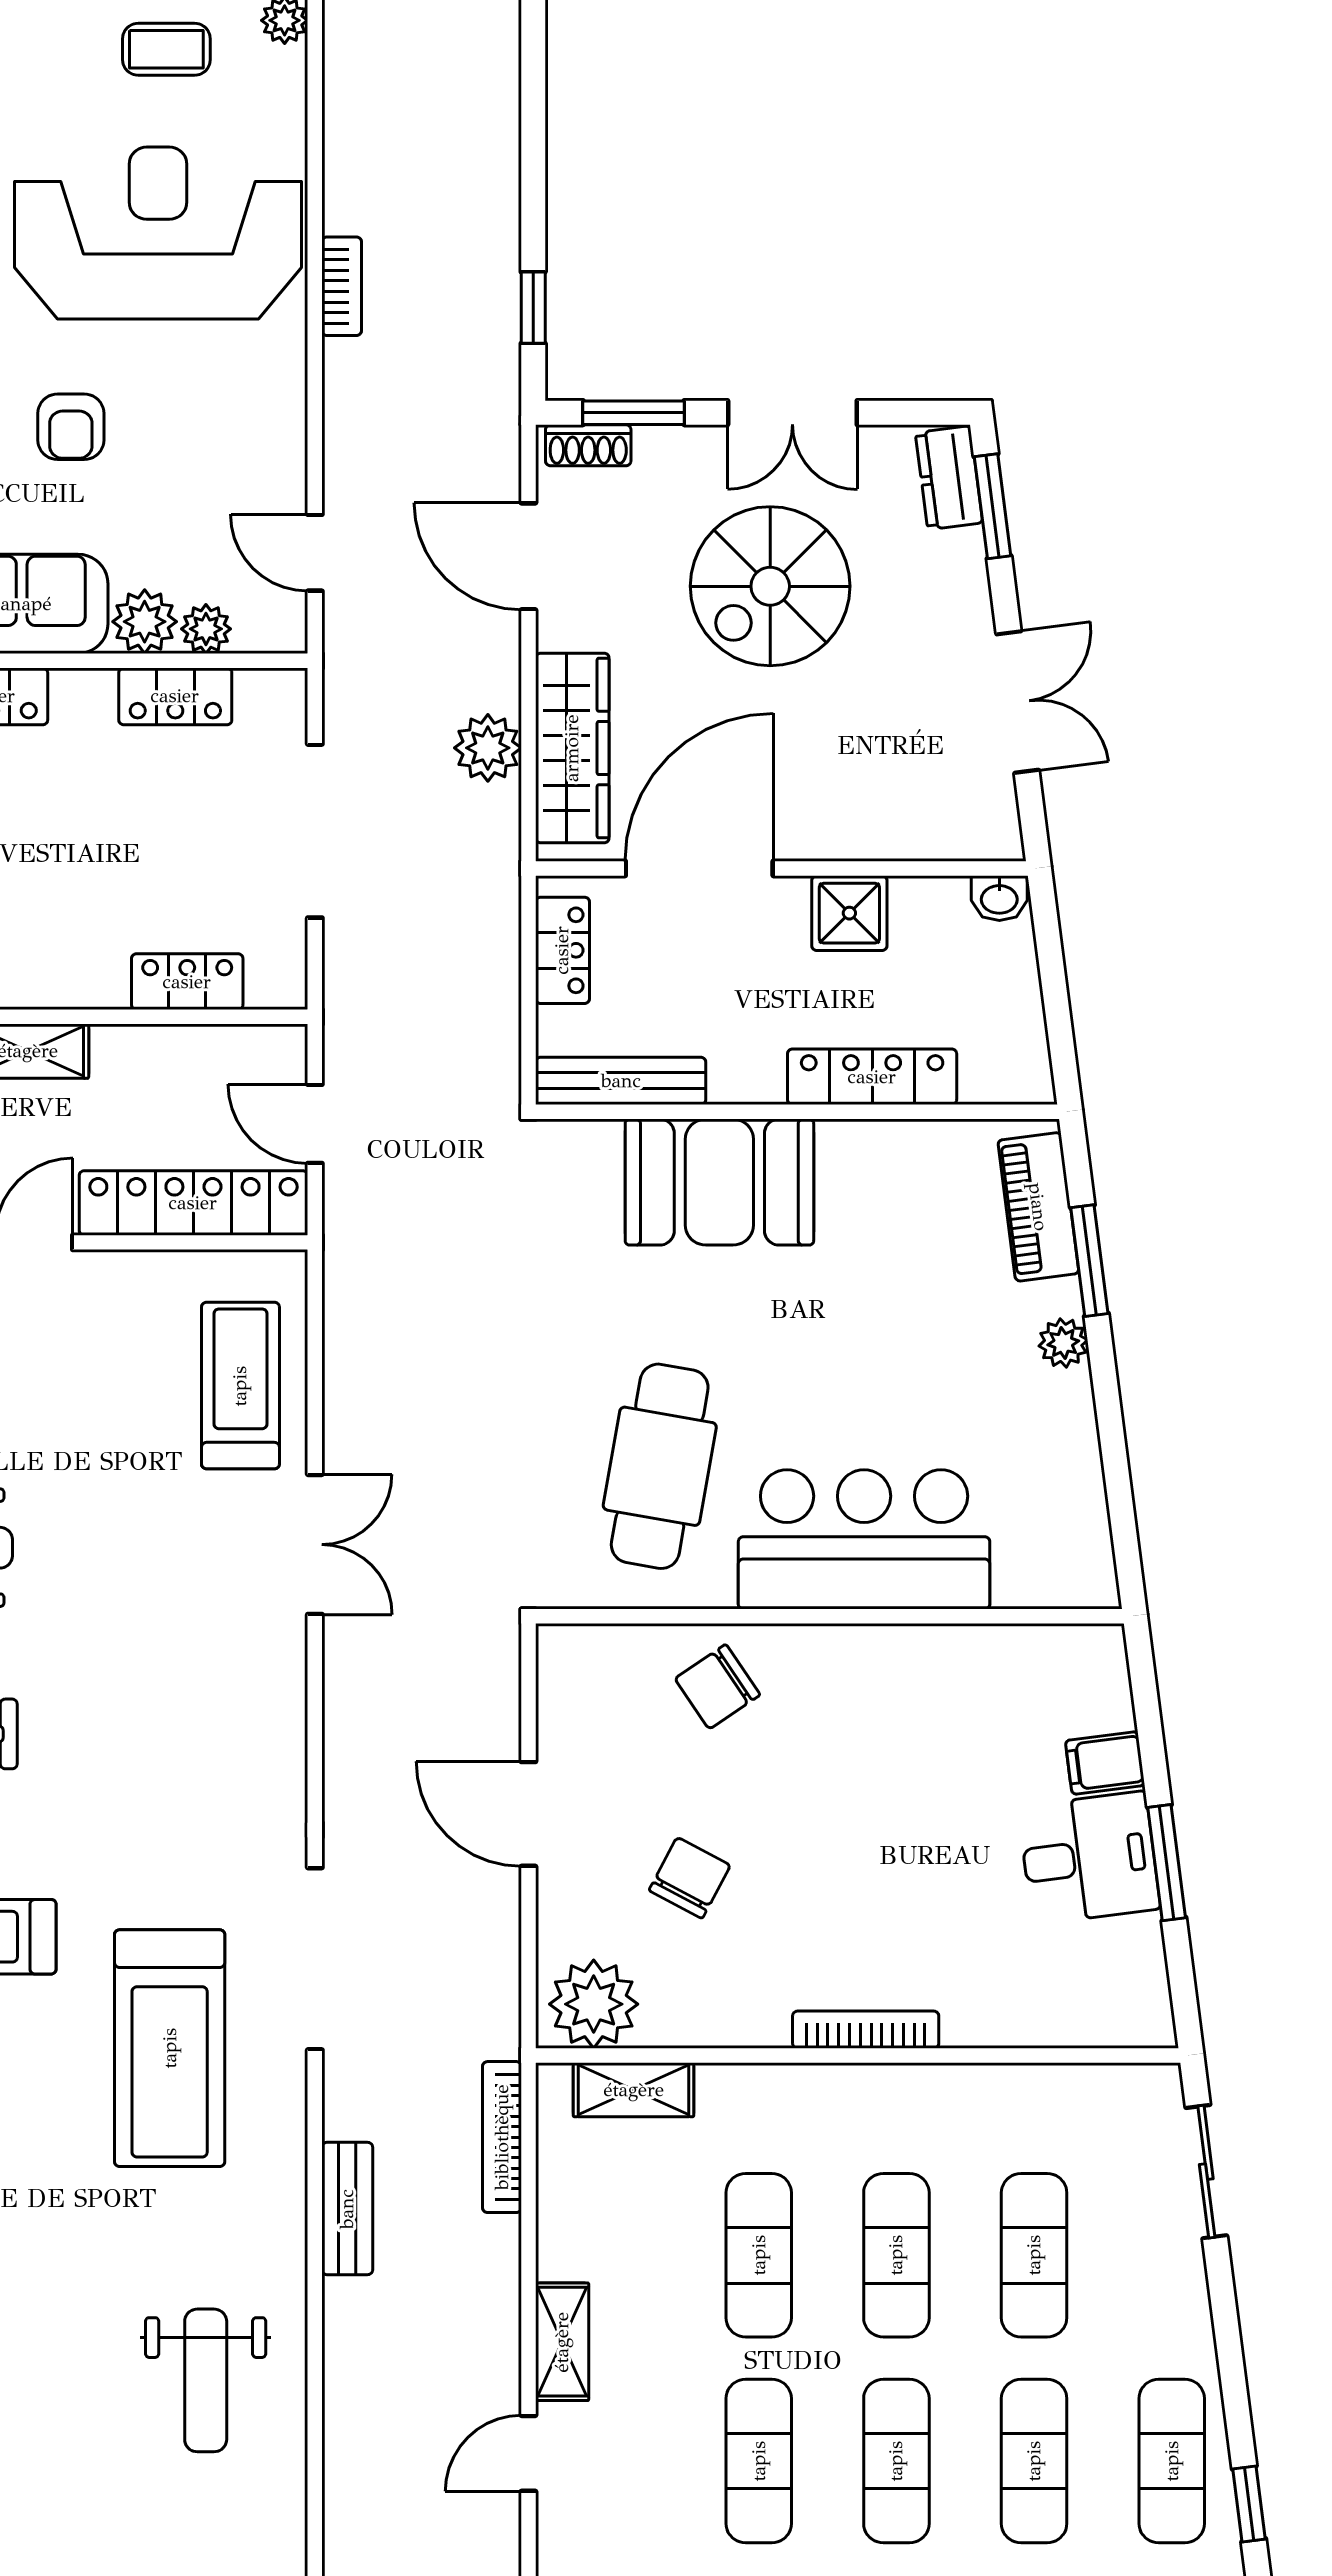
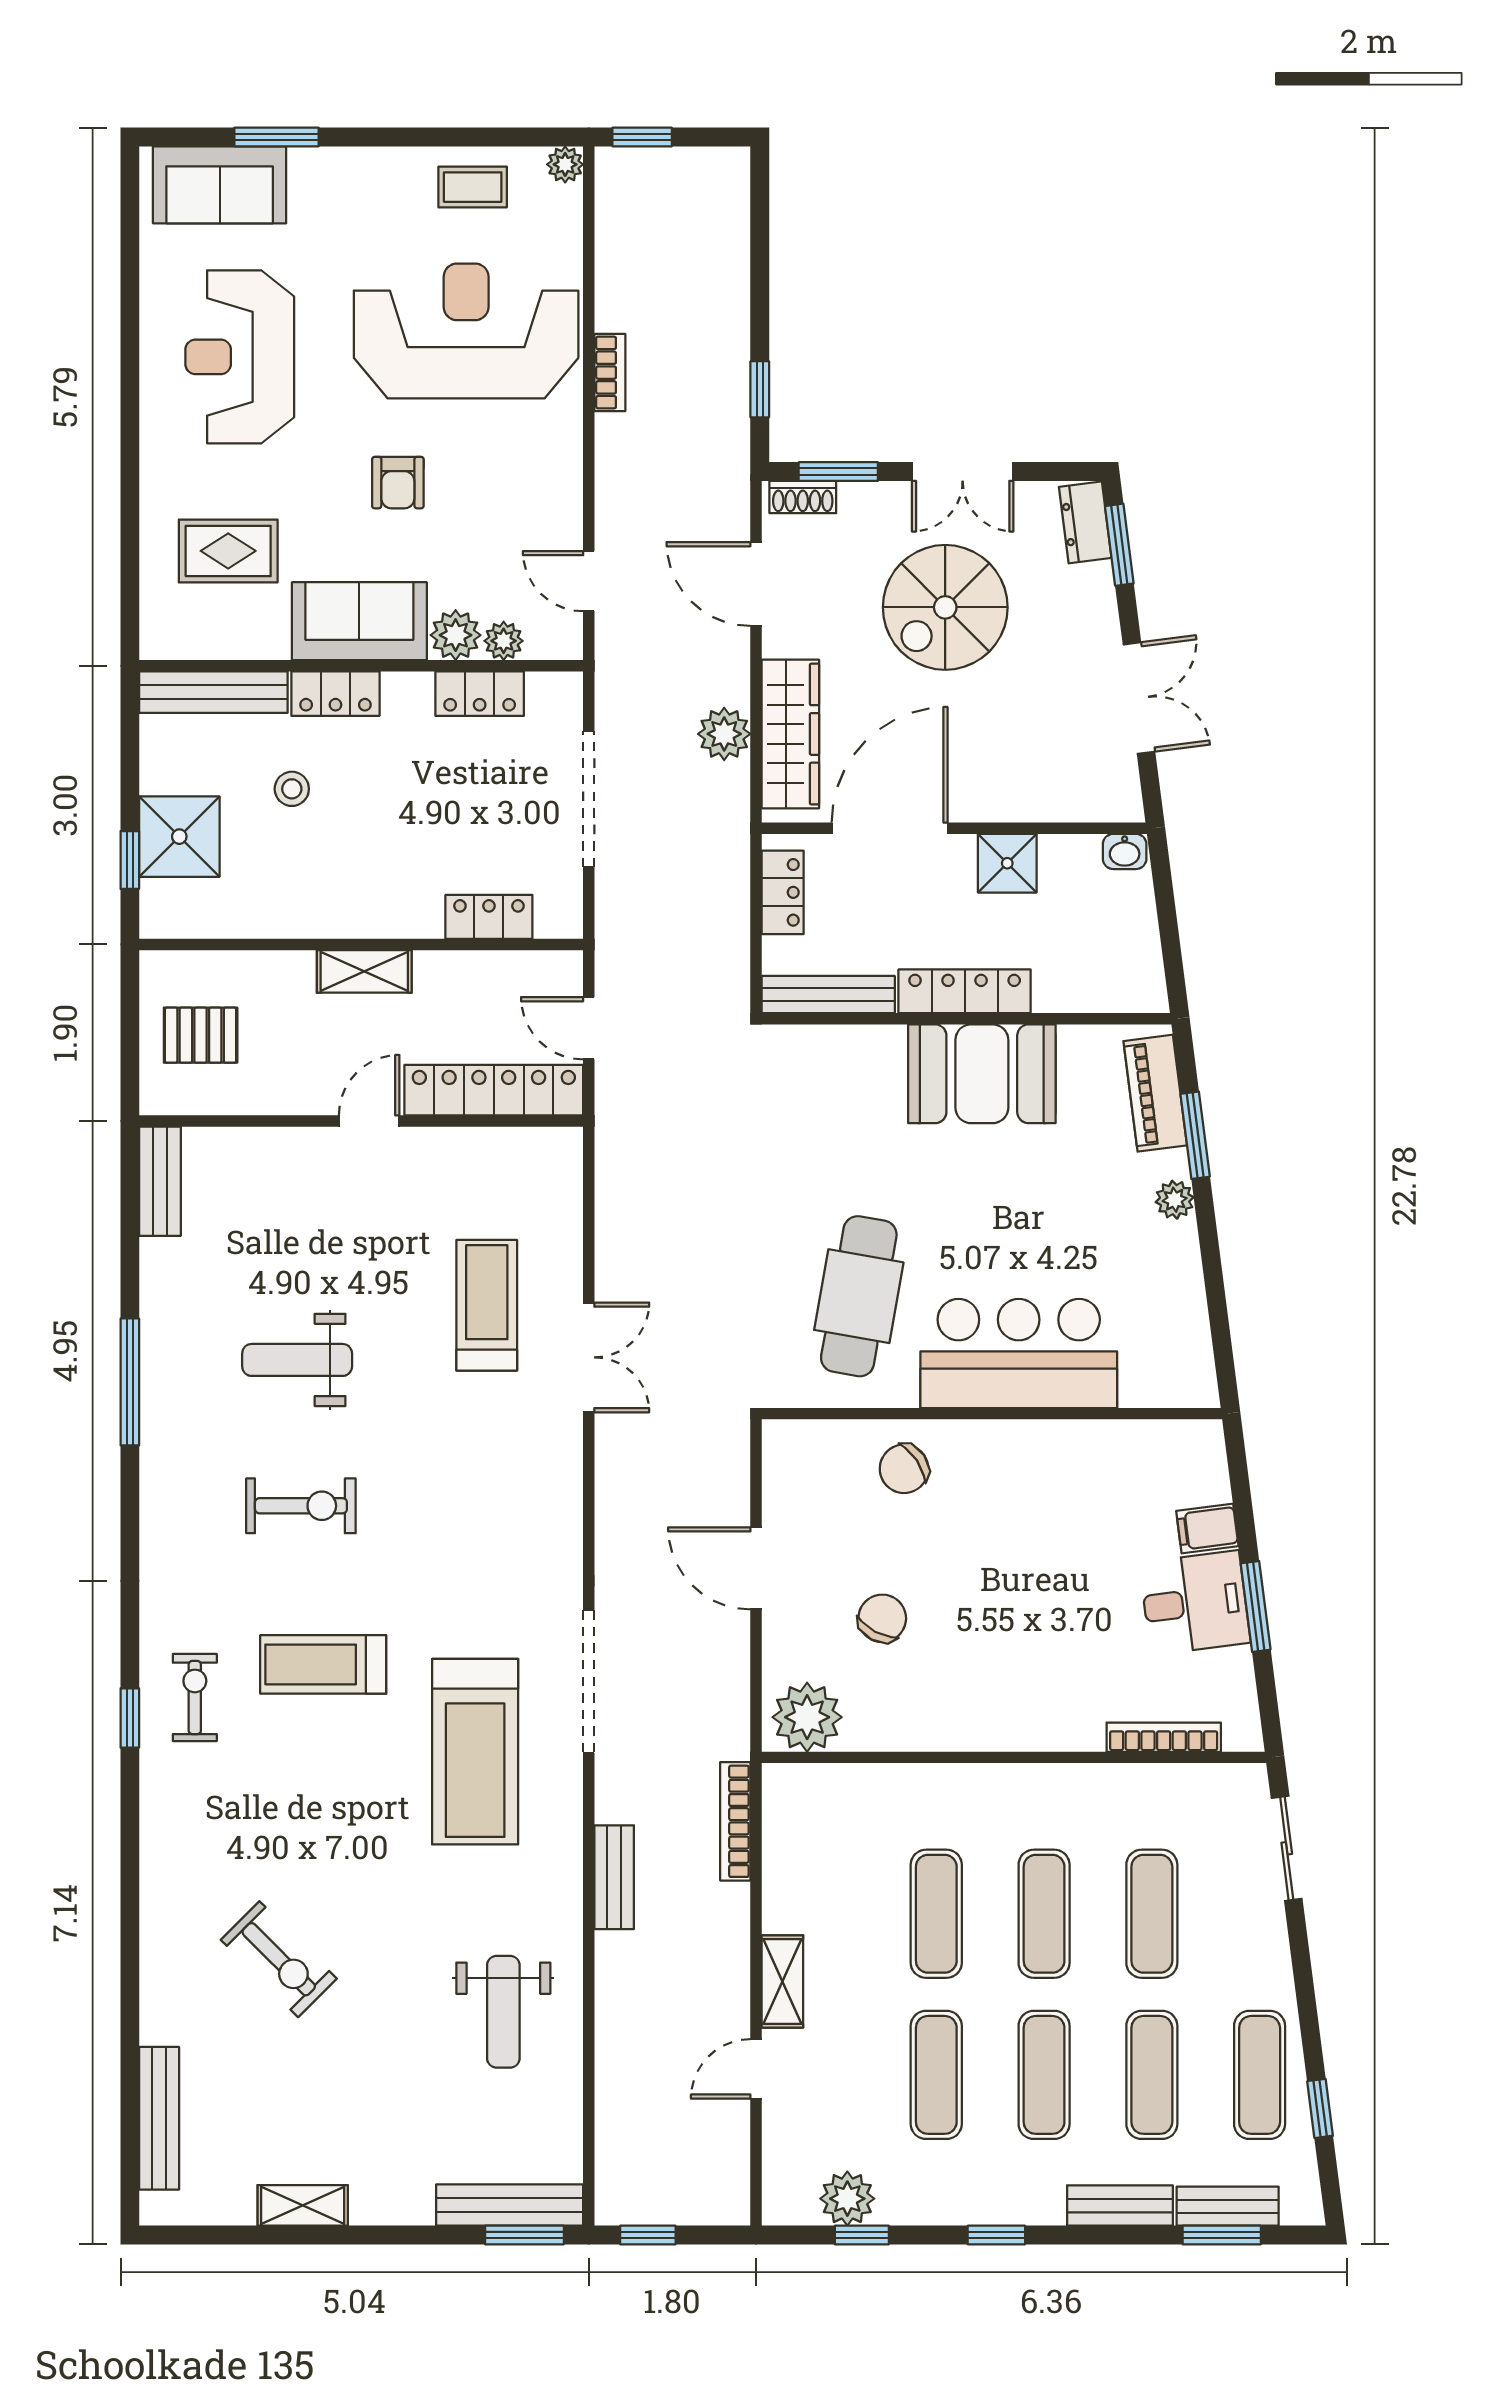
locker: (872, 1077) -> (965, 991), moved
booth: (719, 1182) -> (982, 1074), moved
treadmill: (240, 1386) -> (487, 1305), moved
bookcase: (866, 2030) -> (1164, 1737), moved
shelving: (634, 2090) -> (838, 1784), removed

